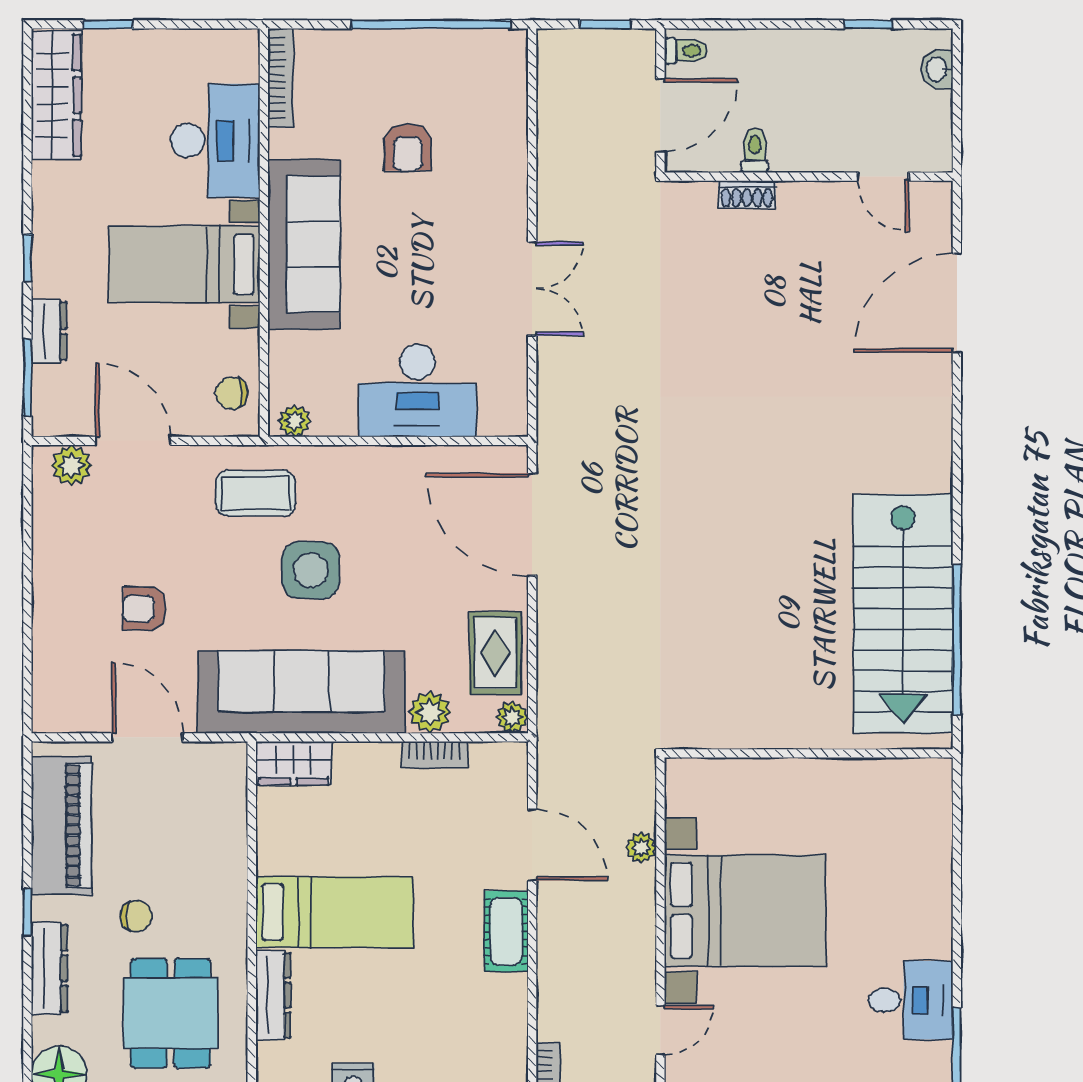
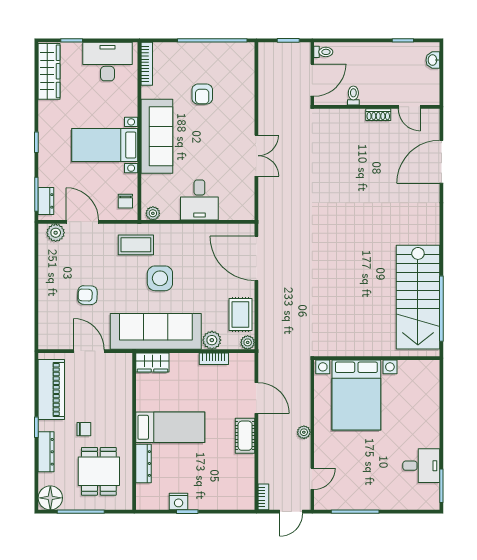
desk: (215, 141) -> (108, 62), moved, turned -90
shoe rack: (747, 194) -> (378, 115), moved
dresser: (49, 331) -> (46, 201), moved
desk: (417, 391) -> (199, 200), width x0.73
chair: (232, 393) -> (125, 201), turned -90
plant: (641, 848) -> (304, 432), moved
bed with nightstands: (745, 910) -> (356, 395), moved, turned 90

